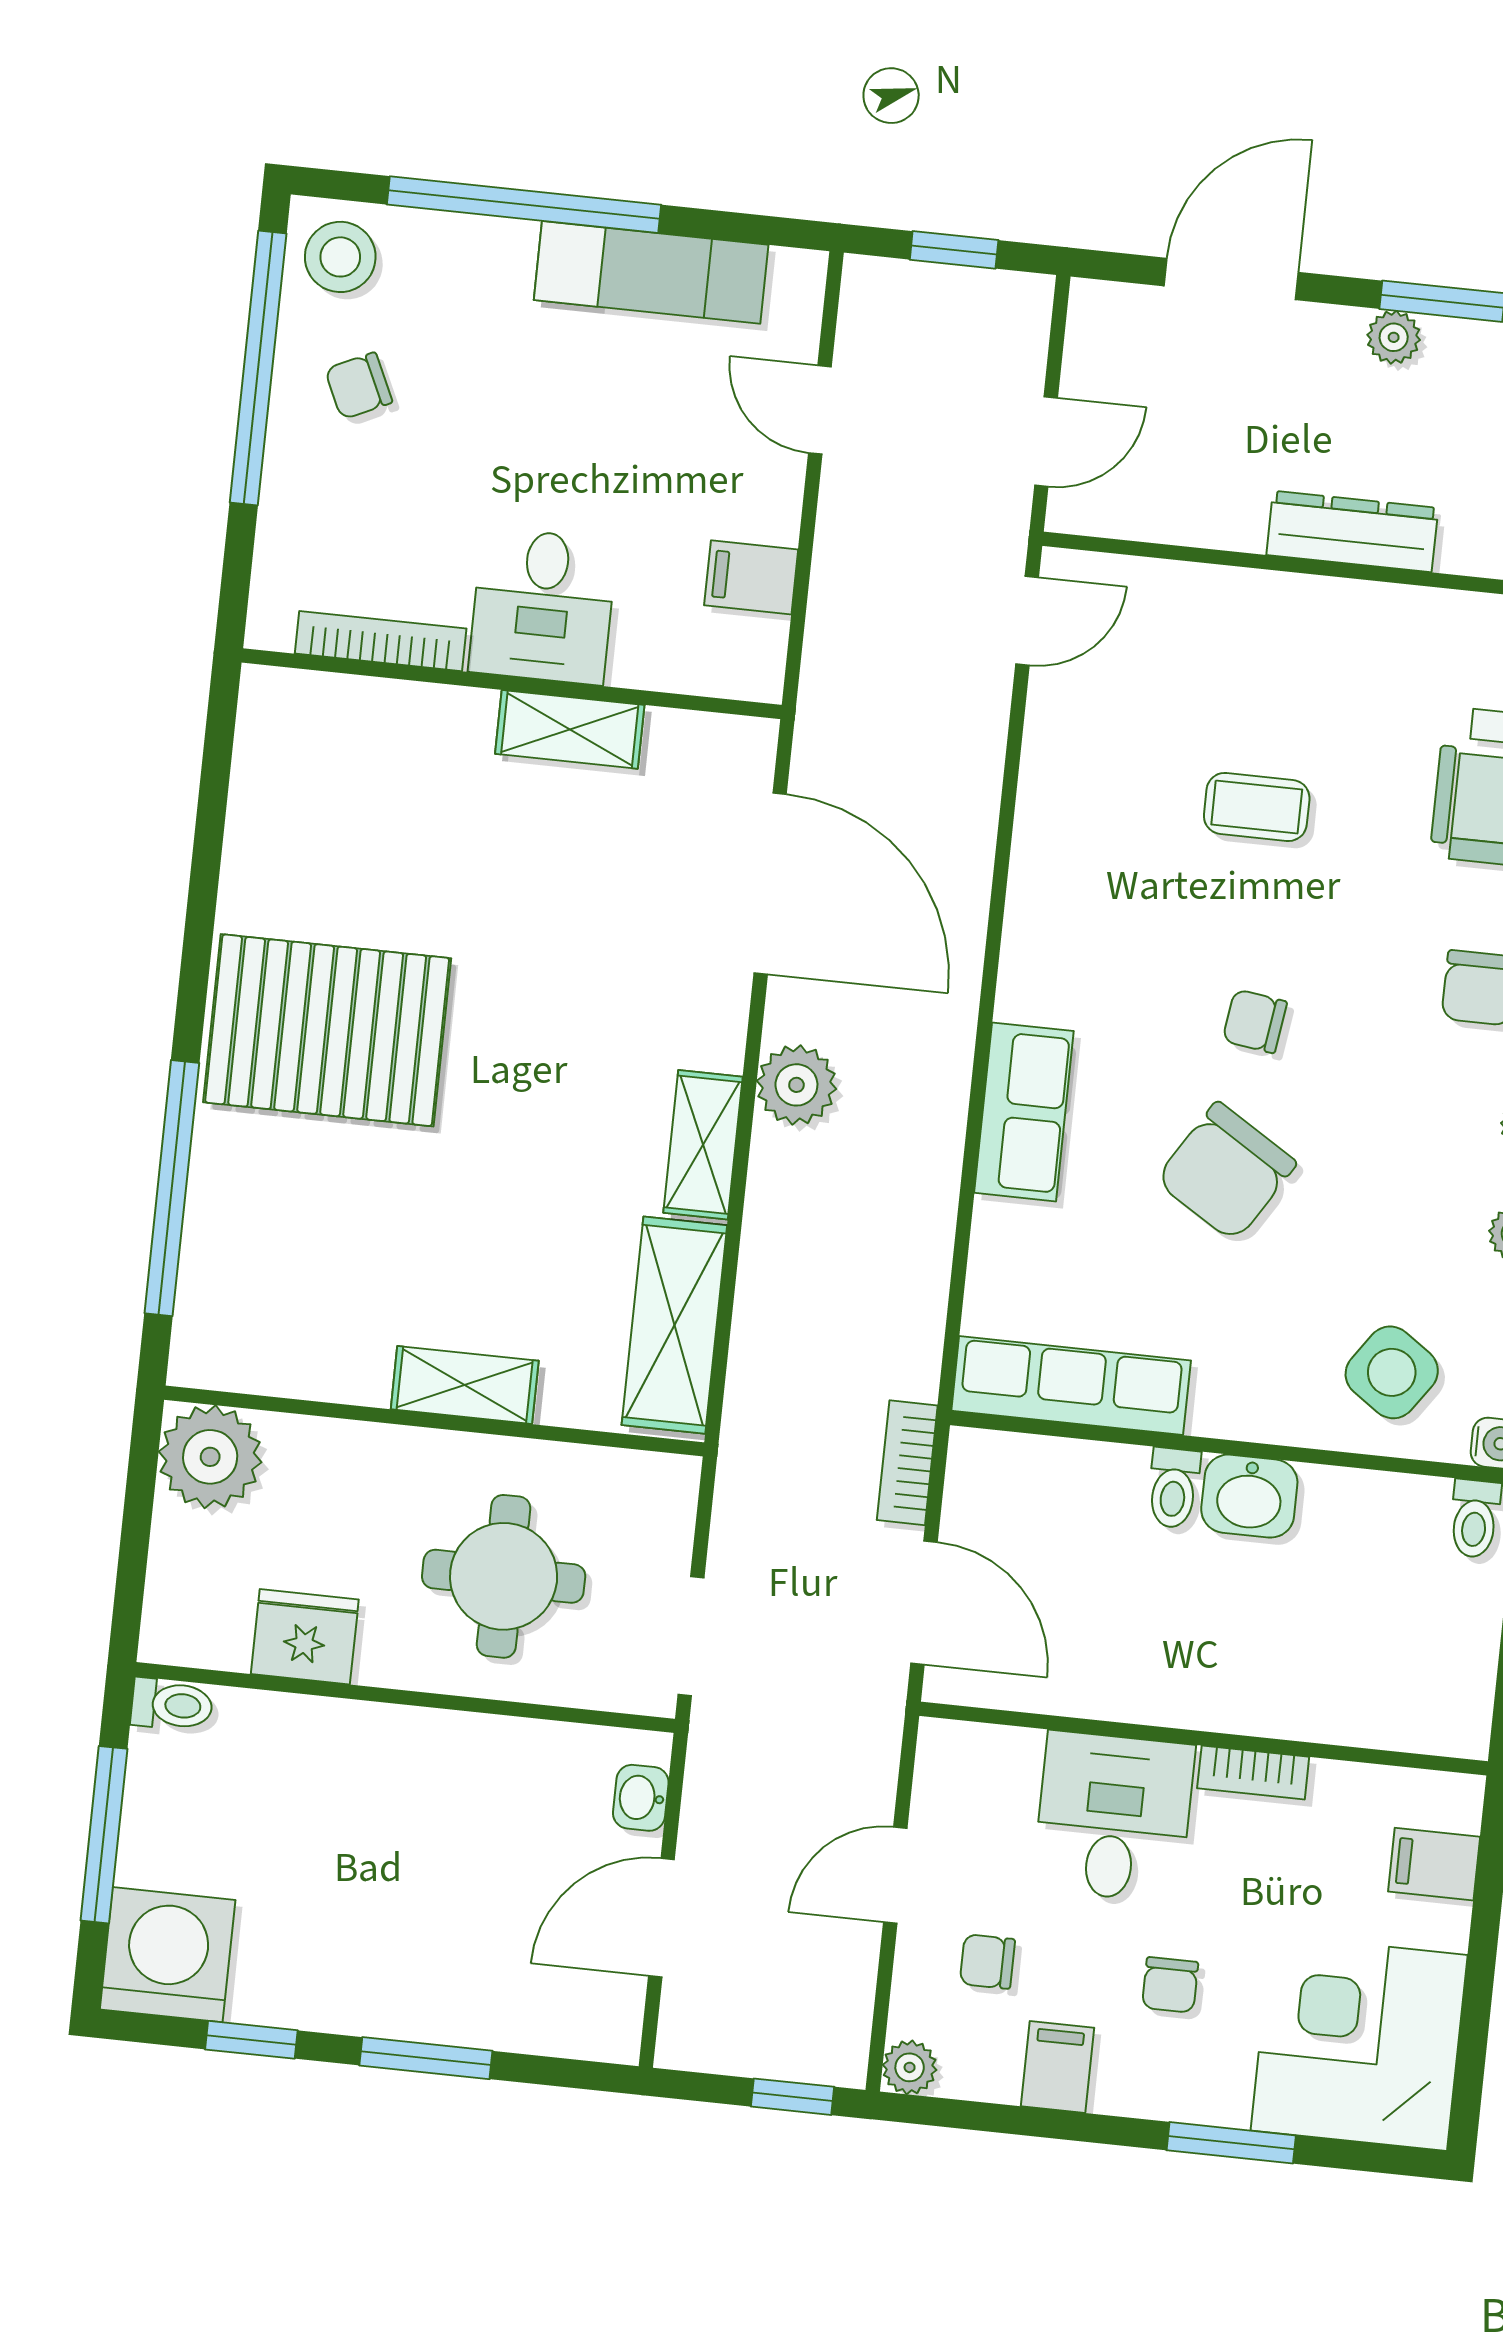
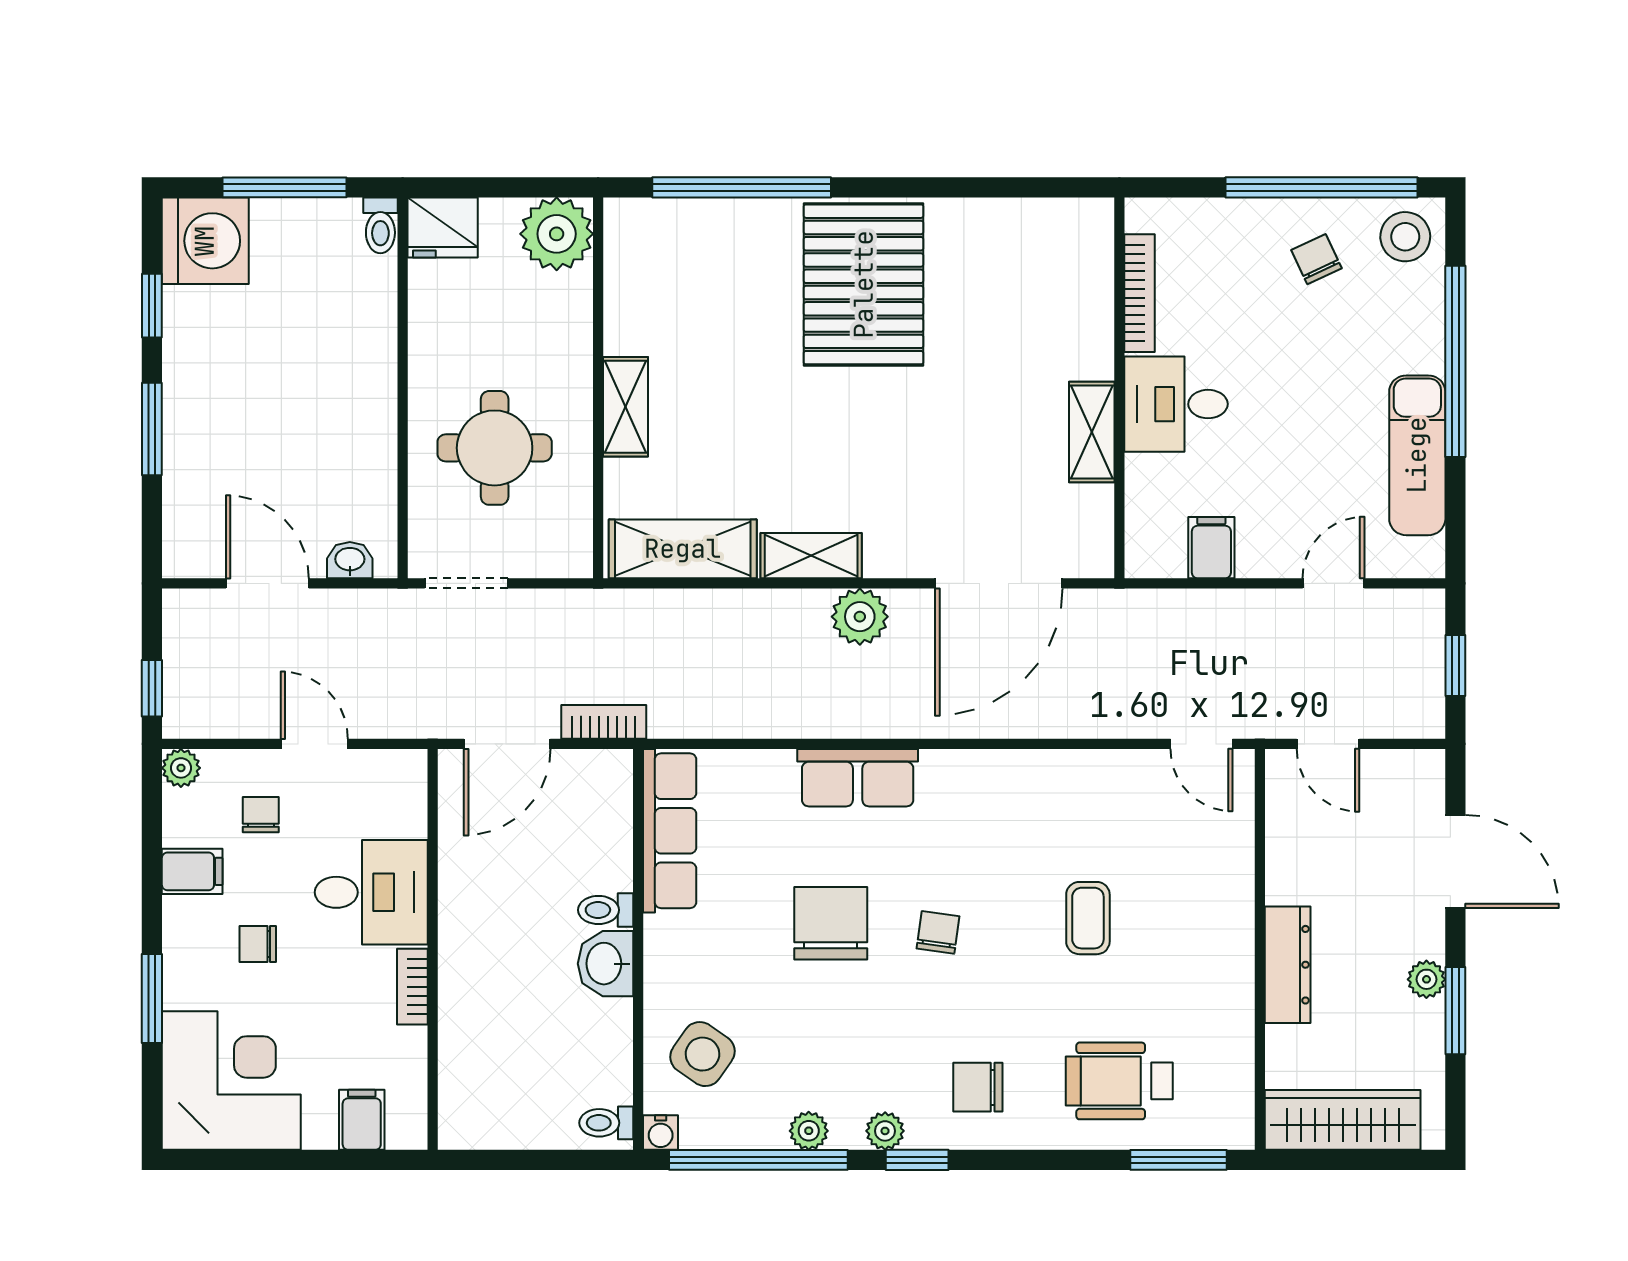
chair: (1226, 1172) -> (831, 923), turned 58
fridge: (305, 1637) -> (443, 228), moved, turned 90

